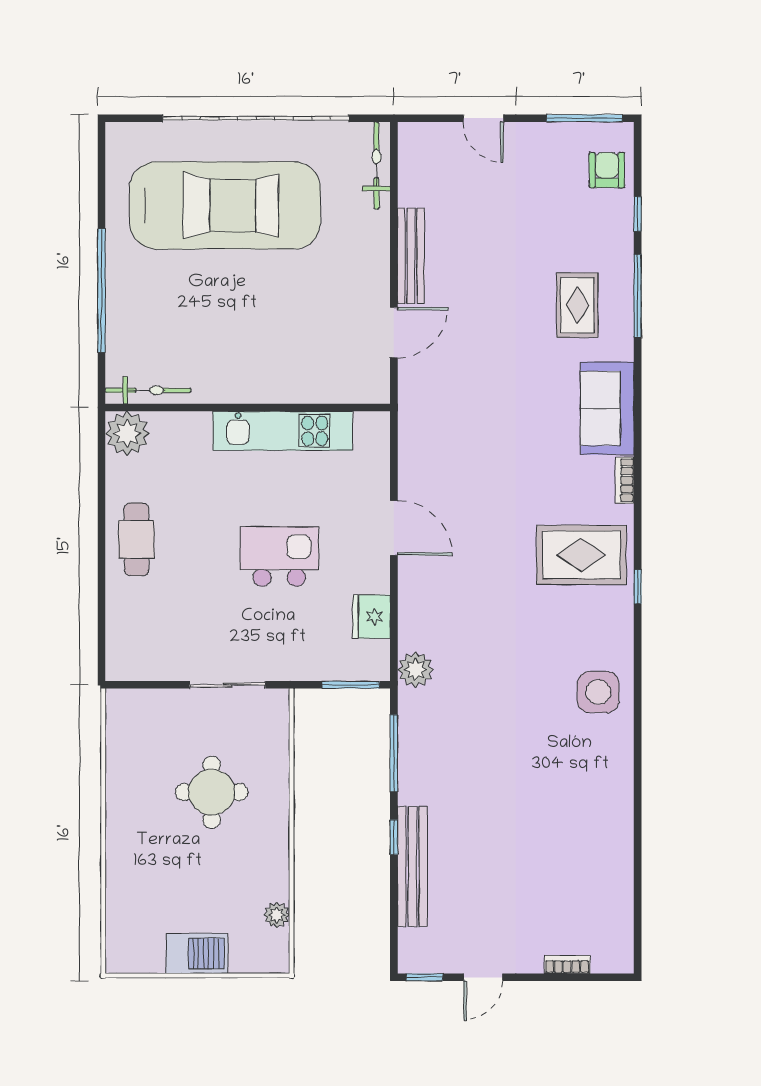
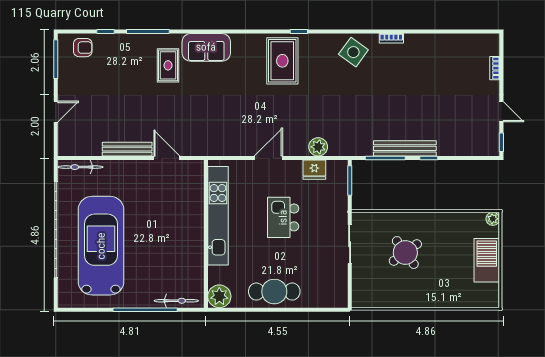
armchair: (607, 170) -> (83, 48), turned 180
rug: (577, 305) -> (168, 65), moved, turned 90
bicycle: (148, 390) -> (176, 301), moved, turned 90
kitchen unit: (283, 431) -> (218, 216), width x1.36
bookcase: (625, 480) -> (391, 38), moved
cafe table: (136, 539) -> (274, 292), width x1.37, depth x1.35
plant: (415, 670) -> (318, 147), moved
side table: (598, 692) -> (353, 52), turned 36
round table: (212, 792) -> (405, 253), turned -36
bench: (412, 867) -> (405, 148), moved
plant: (277, 915) -> (493, 219), moved
barbecue: (197, 953) -> (487, 260), width x1.37, depth x1.21

